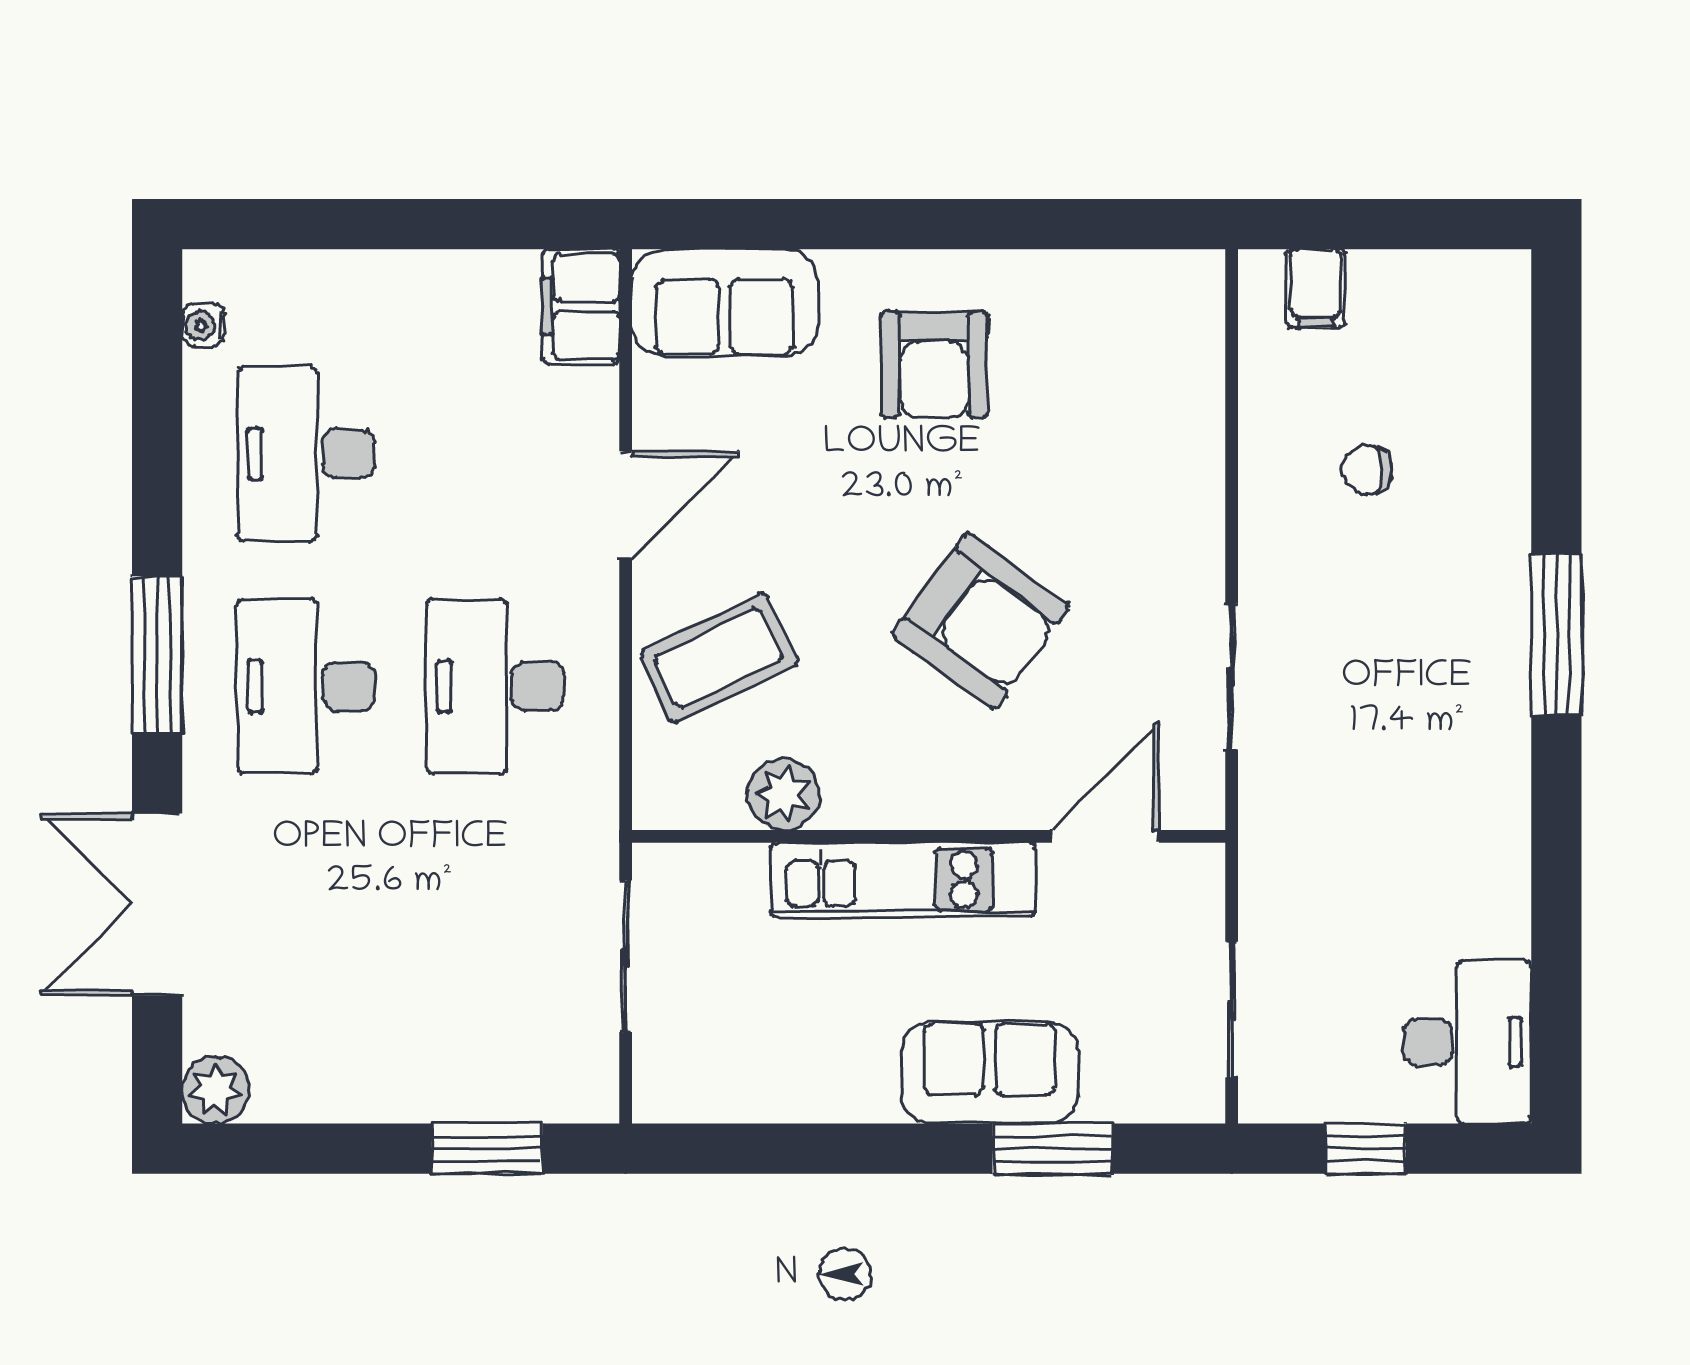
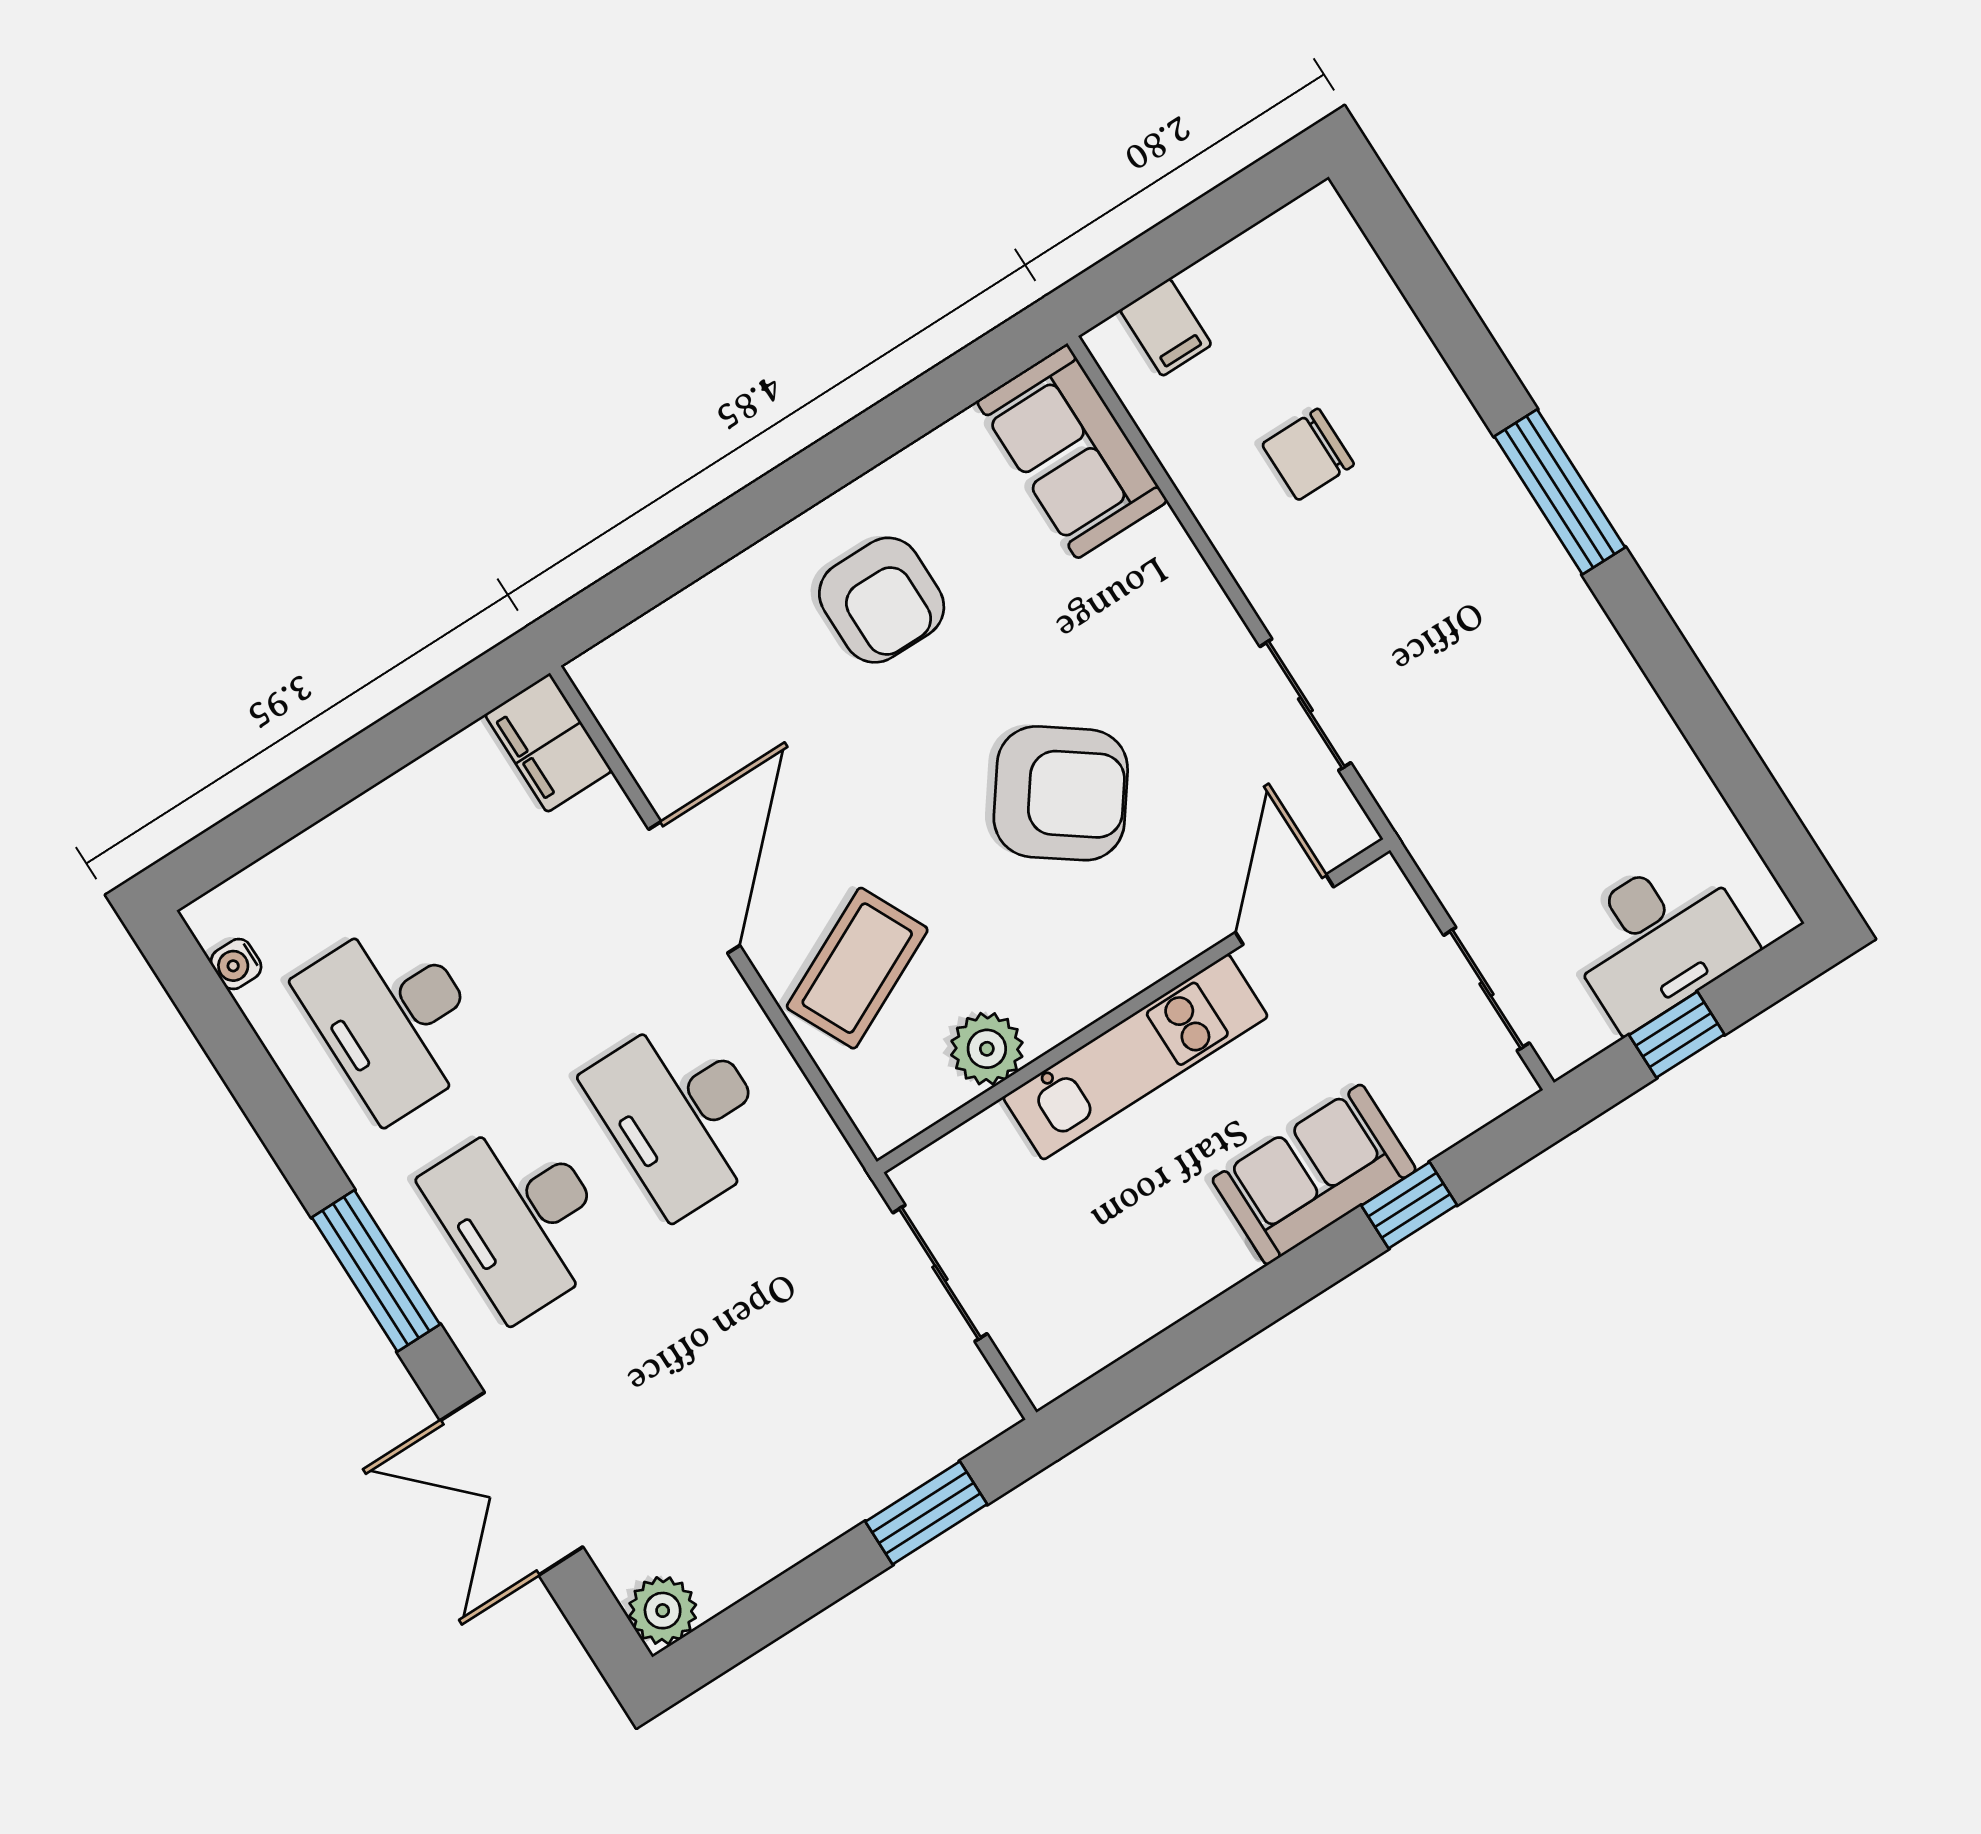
sofa: (725, 303) -> (1072, 451), moved, turned 90
chair: (1367, 470) -> (1308, 454), width x1.37, depth x1.37
door: (626, 505) -> (694, 887), width x1.36
desk: (1467, 1042) -> (1658, 939), moved, turned 90
window: (1052, 1149) -> (1409, 1205), width x0.67

